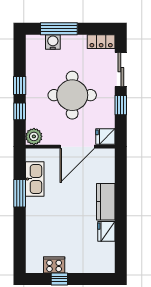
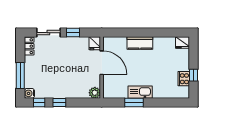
water cooler: (53, 42) -> (29, 93), moved
round table: (72, 95) -> (66, 66), removed
window: (20, 111) -> (39, 103), moved
kitchen sink: (35, 179) -> (140, 92), moved
fridge: (106, 231) -> (182, 43), moved

